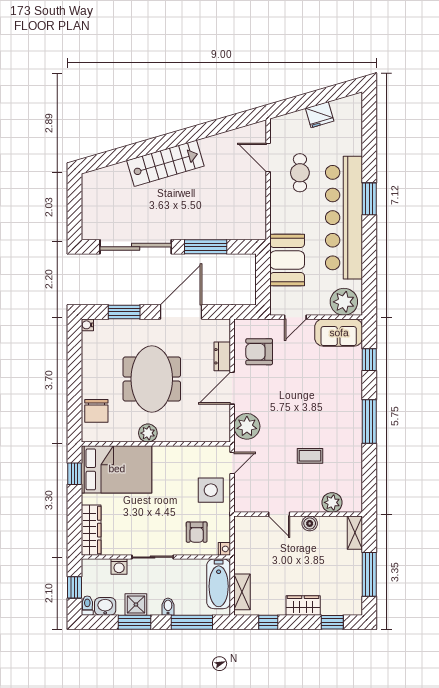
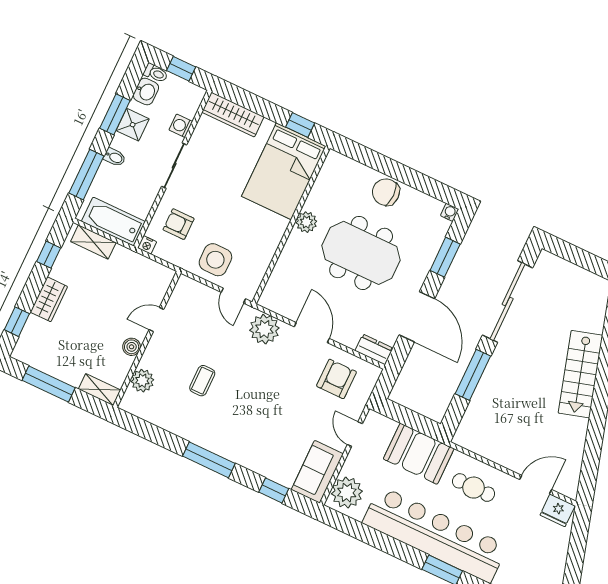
fridge: (320, 115) -> (558, 510), moved, turned -74
cafe table: (300, 173) -> (474, 488), moved
dresser: (222, 356) -> (374, 349), moved
chair: (96, 411) -> (386, 192), moved

